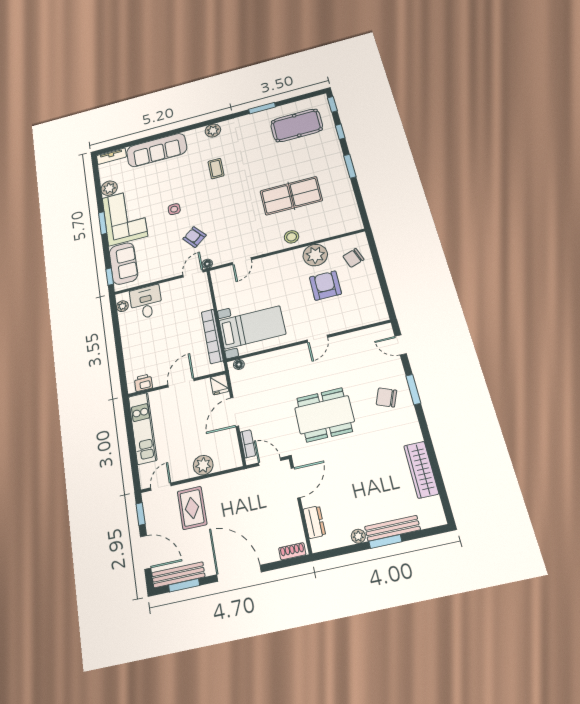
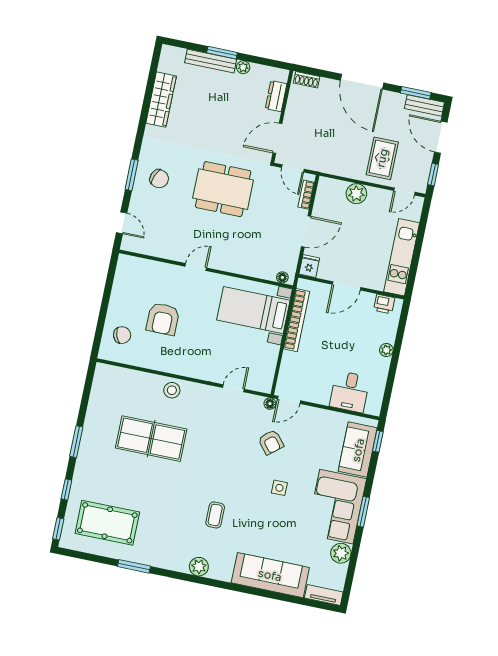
plant: (315, 255) -> (158, 357), removed
plant: (122, 306) -> (386, 350), moved
bench: (178, 575) -> (424, 105), width x0.73

